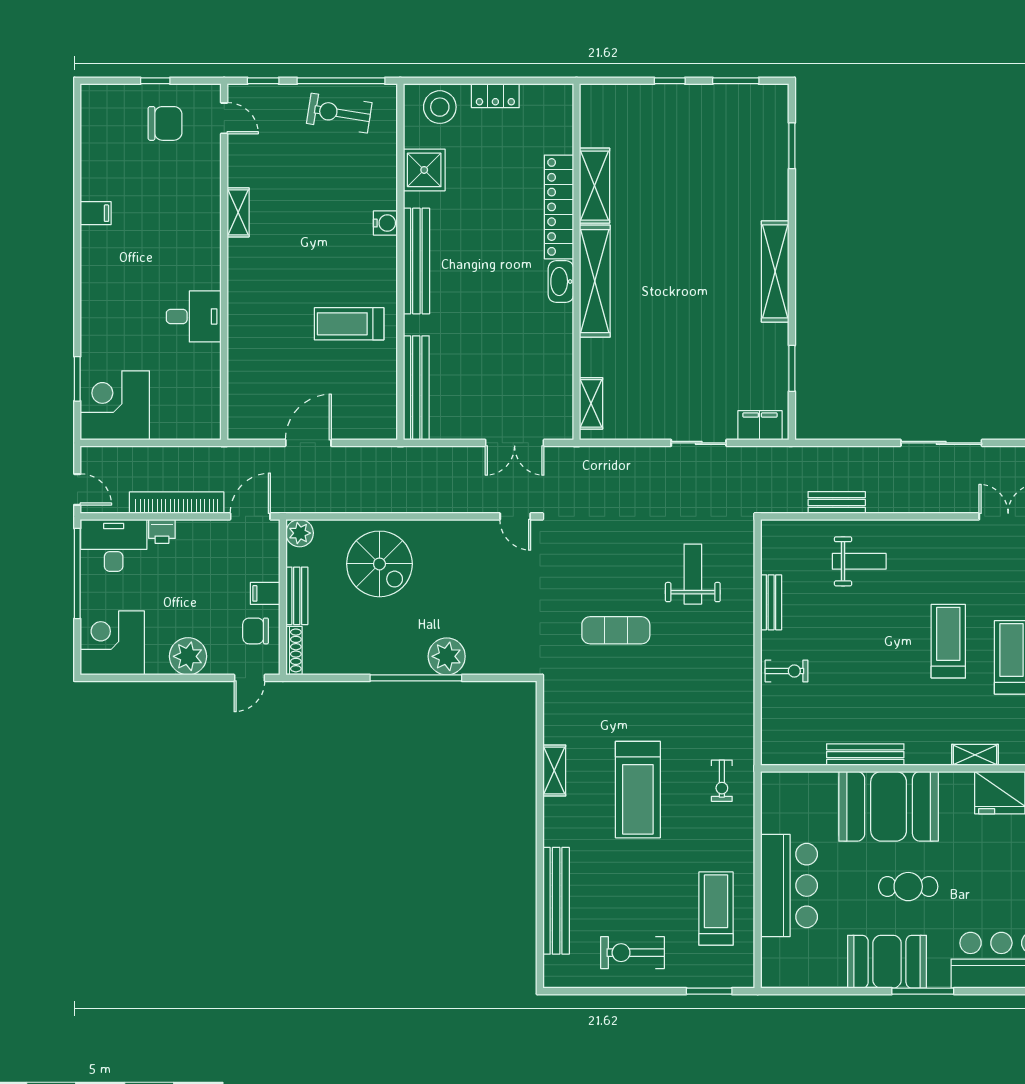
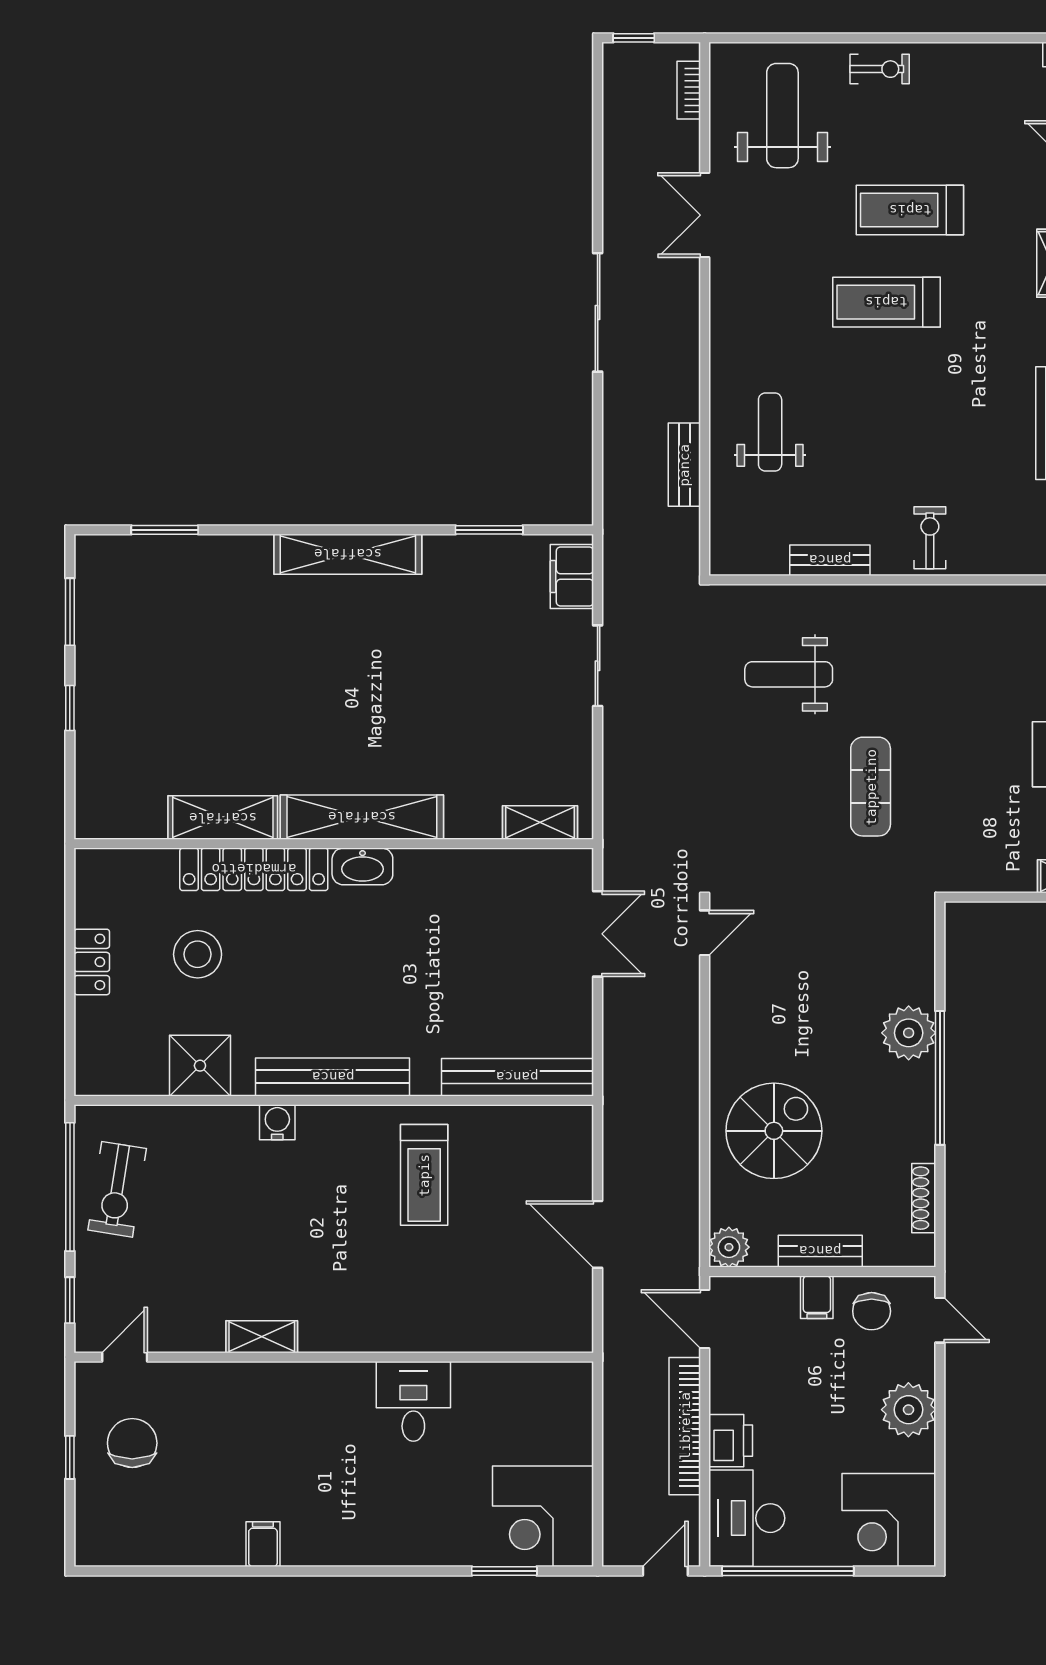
stool: (440, 107) -> (198, 954), moved
printer: (162, 531) -> (731, 1441), width x1.36, depth x1.24
shoe rack: (294, 650) -> (924, 1198), moved, turned -90

